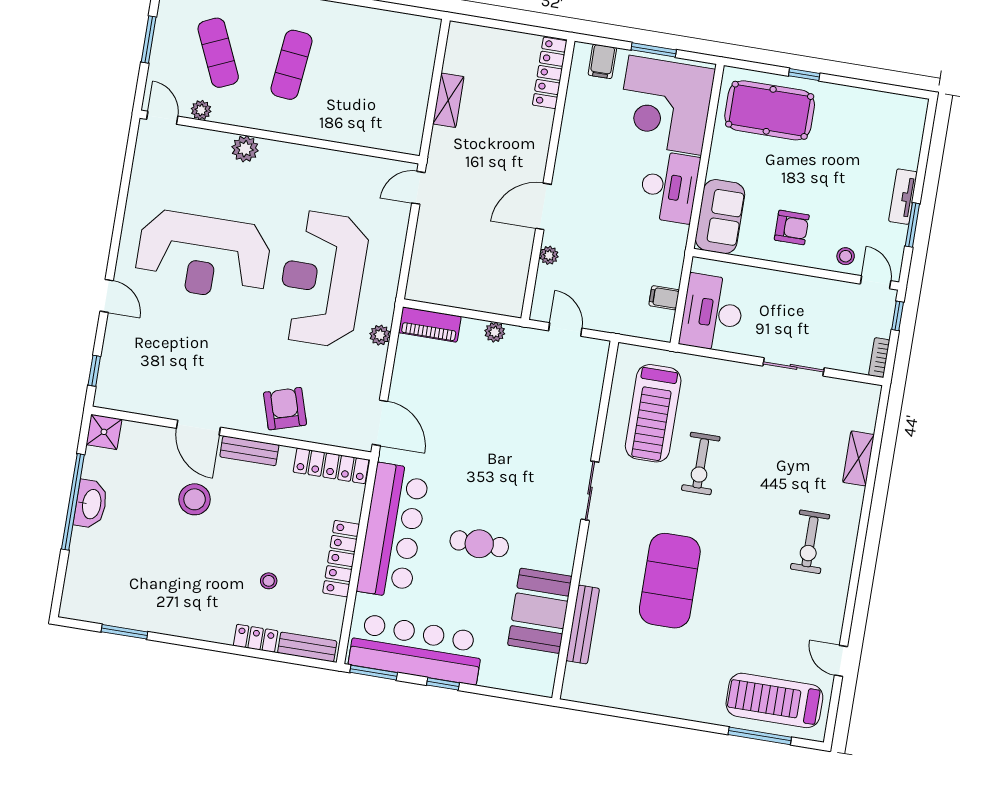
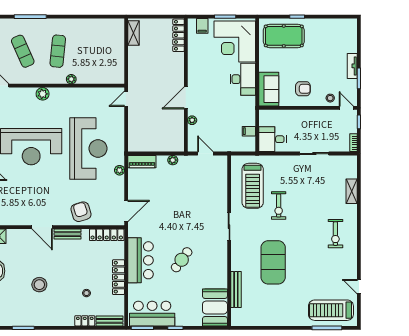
shelving: (448, 100) -> (133, 33), moved
plant: (201, 110) -> (71, 79), moved
reception desk: (322, 279) -> (88, 149), turned 180
desk: (712, 313) -> (272, 139), width x0.73
door: (380, 423) -> (126, 211), hinge flipped
stool: (195, 499) -> (39, 285), moved
bar counter: (393, 531) -> (141, 260), width x0.73
cafe table: (479, 544) -> (182, 260), turned -54
booth: (540, 611) -> (215, 307), moved
bar counter: (416, 649) -> (152, 314), width x0.73

